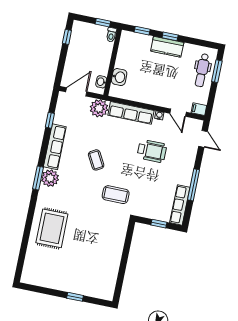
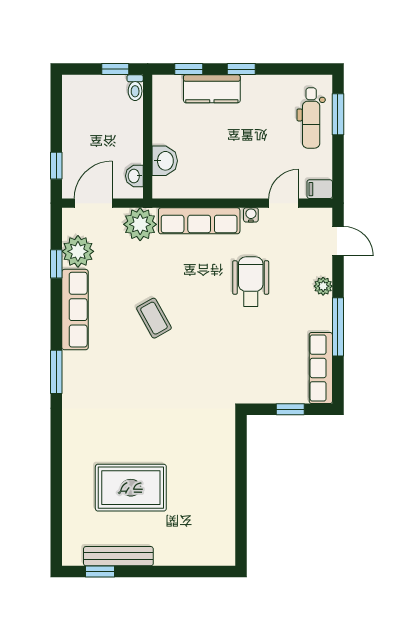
window: (67, 37) -> (56, 166), moved
kitchen counter: (167, 47) -> (212, 89), moved
door: (178, 113) -> (284, 203), swing flipped
wheelchair: (152, 151) -> (251, 281), turned -90
plant: (190, 161) -> (323, 286), added
plant: (50, 178) -> (78, 251), moved
coffee table: (116, 195) -> (202, 373), removed
rug: (52, 228) -> (131, 488), moved, turned 90
bench: (51, 283) -> (118, 556), added
window: (75, 297) -> (100, 572), moved

